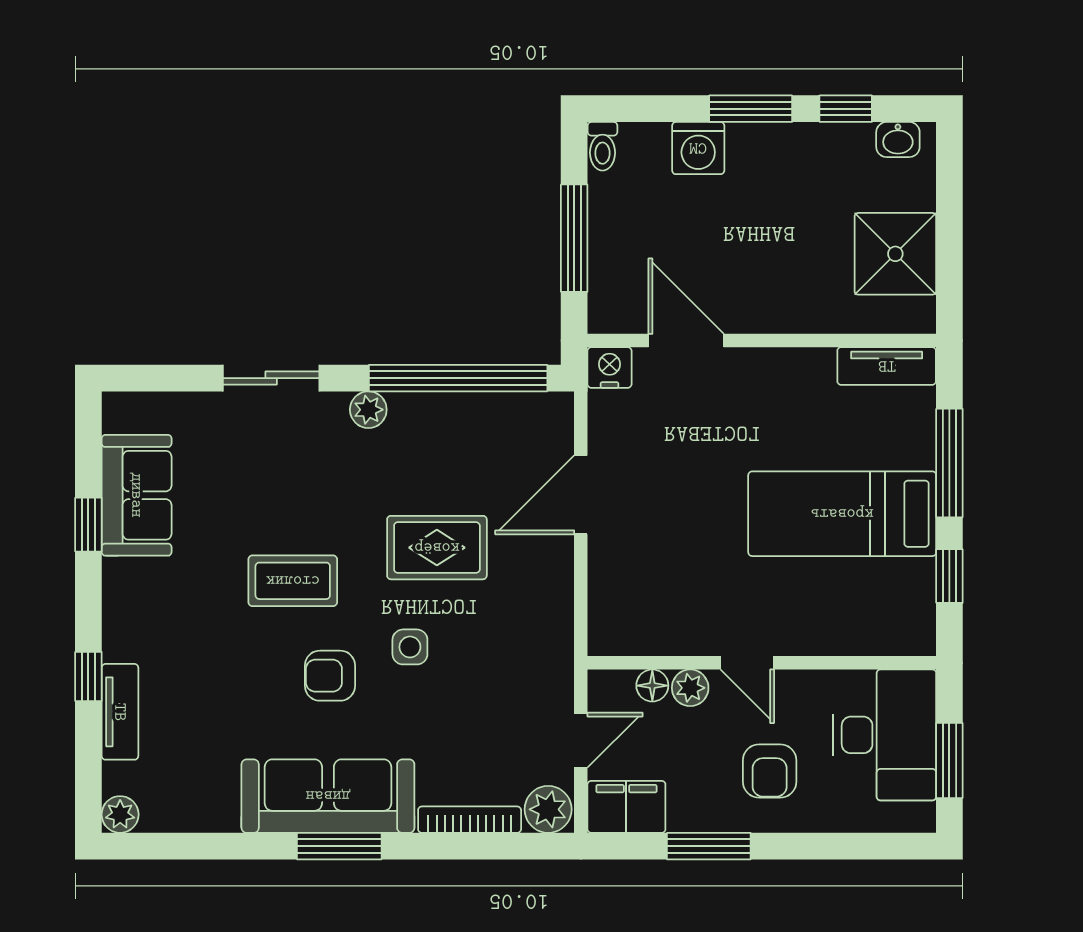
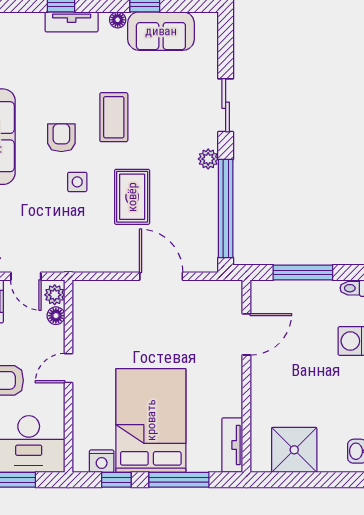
nightstand: (609, 367) -> (102, 461), moved, turned 90
bed: (842, 514) -> (151, 420), width x1.50
floor lamp: (116, 574) -> (118, 20), added
plant: (690, 688) -> (55, 295), moved
tv unit: (120, 712) -> (72, 22), moved

